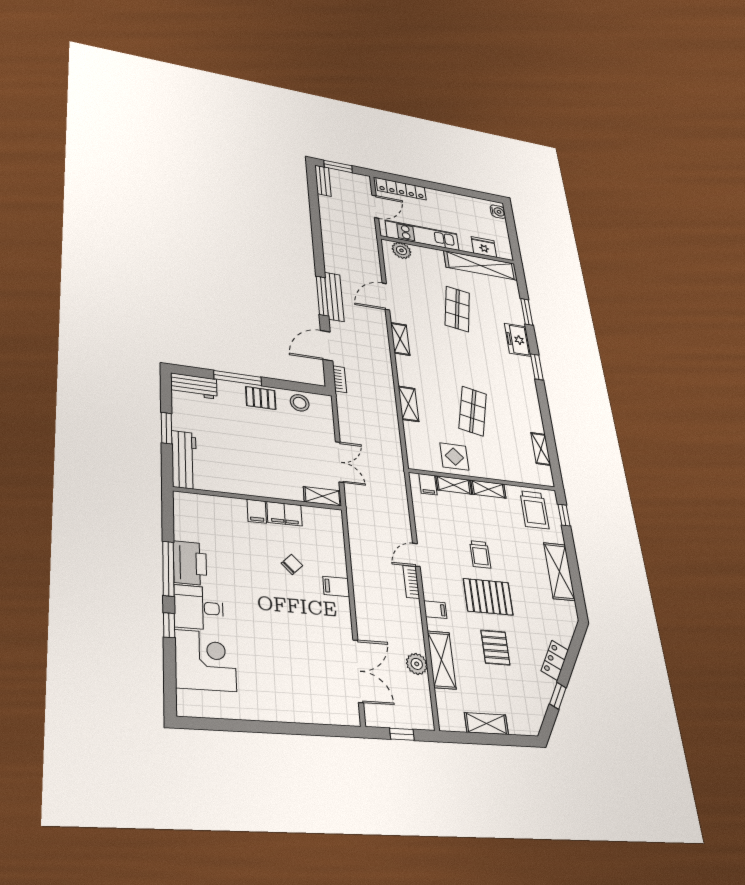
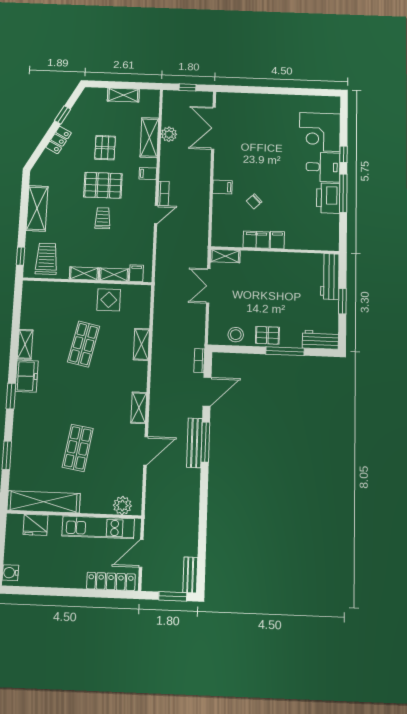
freezer: (518, 340) -> (27, 376), moved
shelving: (541, 449) -> (25, 344), moved

